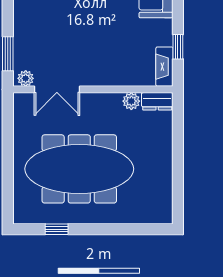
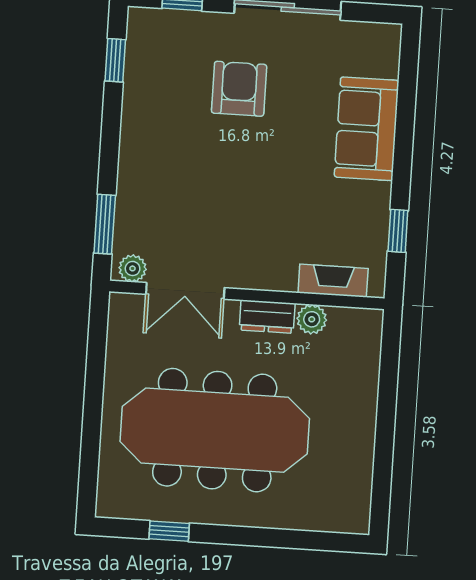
fireplace: (164, 67) -> (333, 281), moved, turned 90
dresser: (157, 101) -> (267, 317), moved

